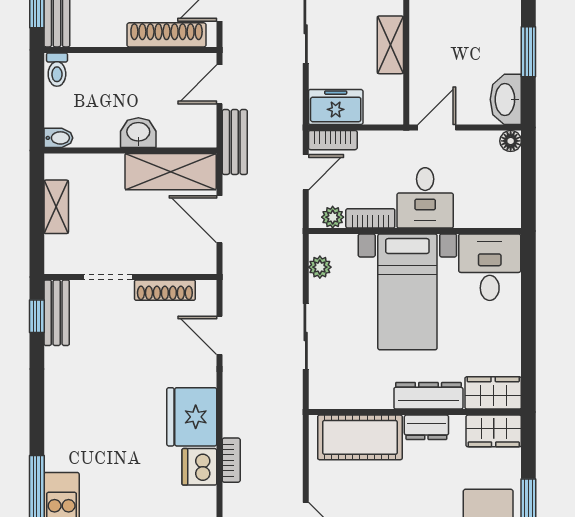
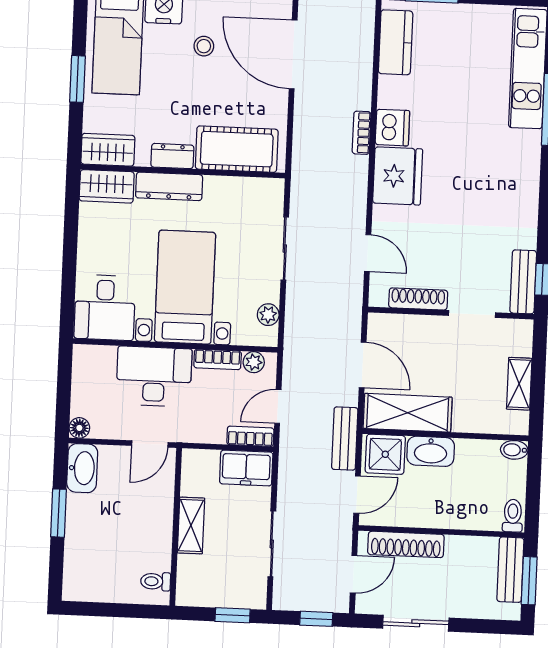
shower: (192, 127) -> (385, 454), added
washbasin: (138, 133) -> (431, 451), width x1.38
desk: (425, 198) -> (154, 376), width x1.37

